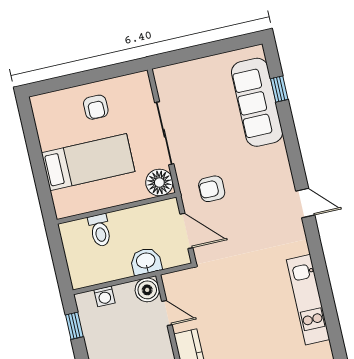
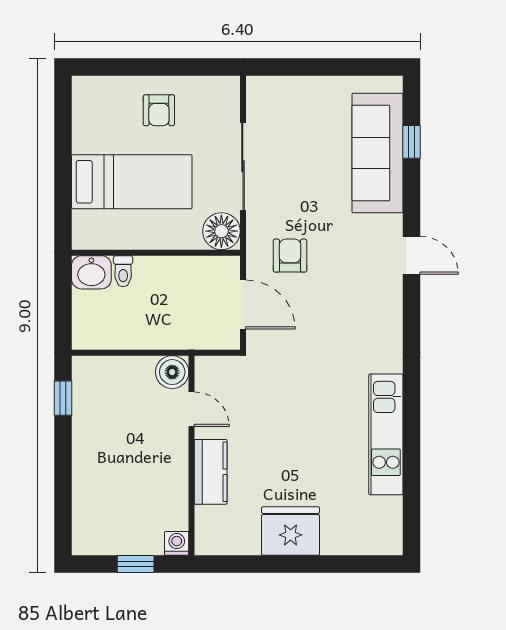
armchair: (212, 189) -> (290, 256), turned 90
door: (305, 203) -> (412, 255), moved
toilet: (100, 230) -> (123, 271), width x0.73, depth x0.72
washbasin: (146, 261) -> (91, 272), moved, turned 180
washing machine: (105, 296) -> (113, 368), removed

